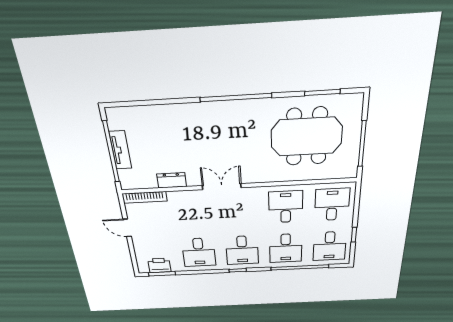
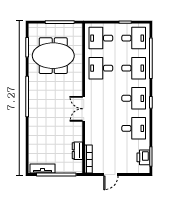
meeting table: (307, 137) -> (53, 56), turned 90
tv unit: (121, 150) -> (43, 168), moved
dresser: (172, 180) -> (77, 151), moved

